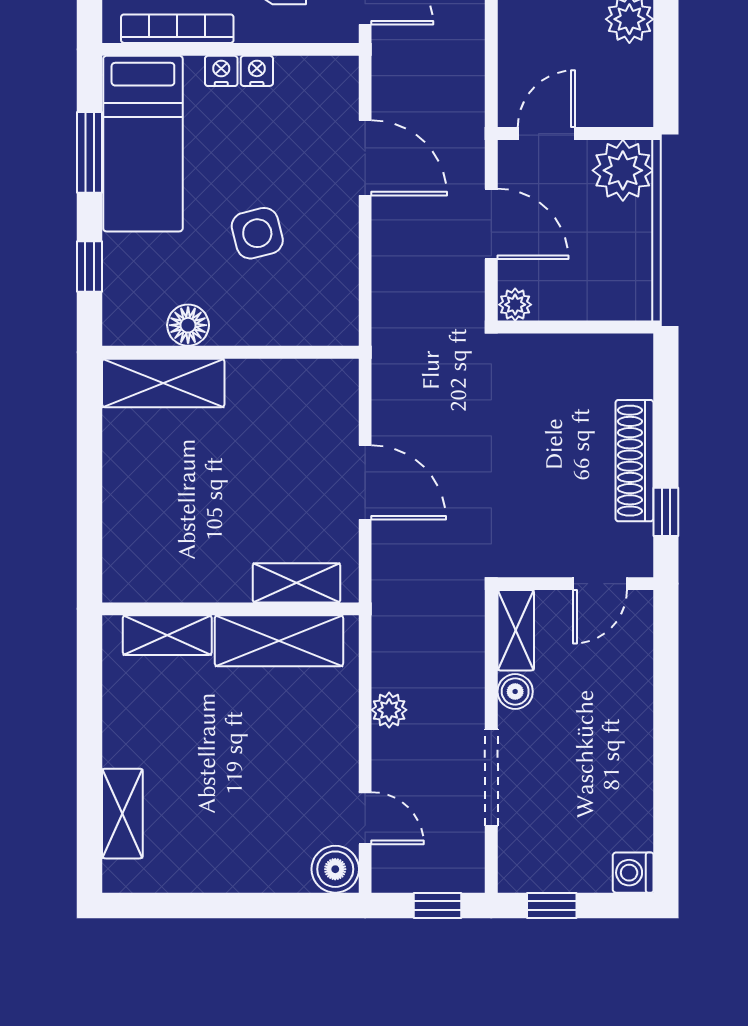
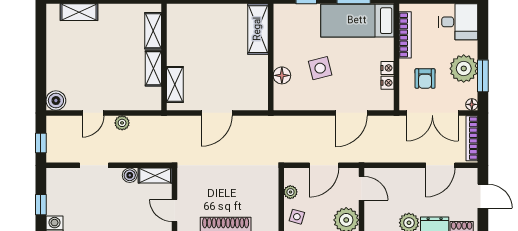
nightstand: (221, 71) -> (387, 83), moved
side table: (615, 289) -> (297, 217), added
plant: (515, 305) -> (290, 192), moved
floor lamp: (188, 325) -> (282, 75), moved
shelving: (279, 641) -> (153, 68), width x0.67, depth x0.75
doorway: (491, 777) -> (94, 165), width x0.73
door: (365, 818) -> (93, 113), moved
window: (552, 905) -> (41, 205), moved

